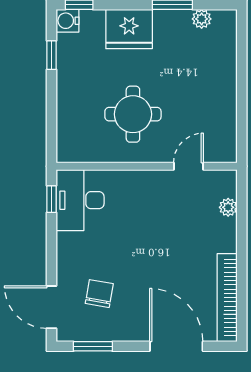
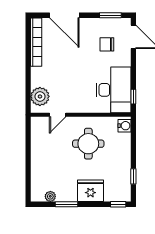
water cooler: (68, 21) -> (125, 126), moved
desk: (80, 200) -> (114, 90), width x1.36, depth x1.30
plant: (228, 207) -> (40, 96), width x1.88, depth x1.88
chair: (99, 294) -> (107, 44), turned 80

